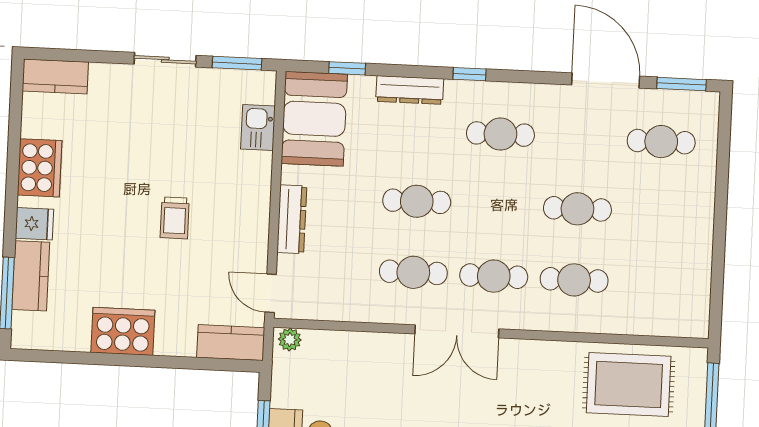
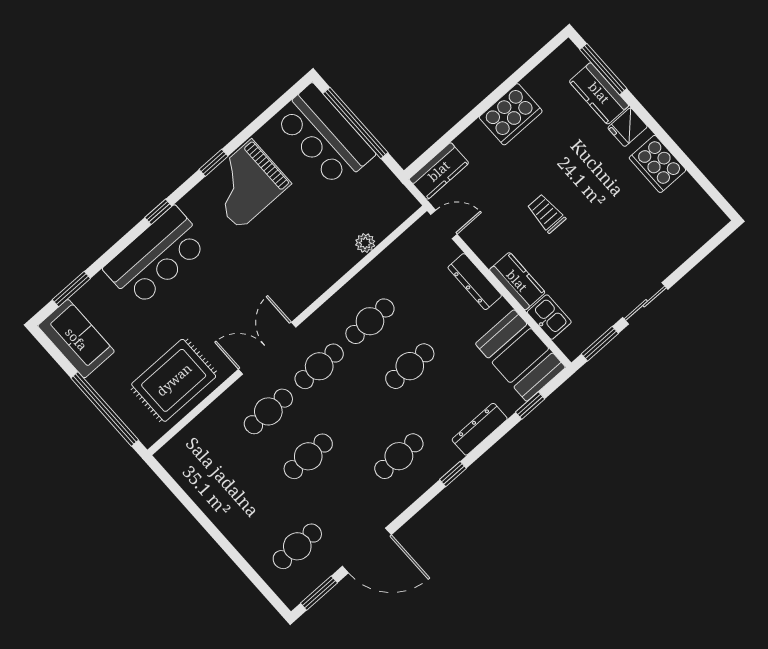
kitchen counter: (55, 76) -> (517, 281), moved, turned 90
double door: (457, 331) -> (267, 348), moved
plant: (290, 340) -> (365, 243), moved

